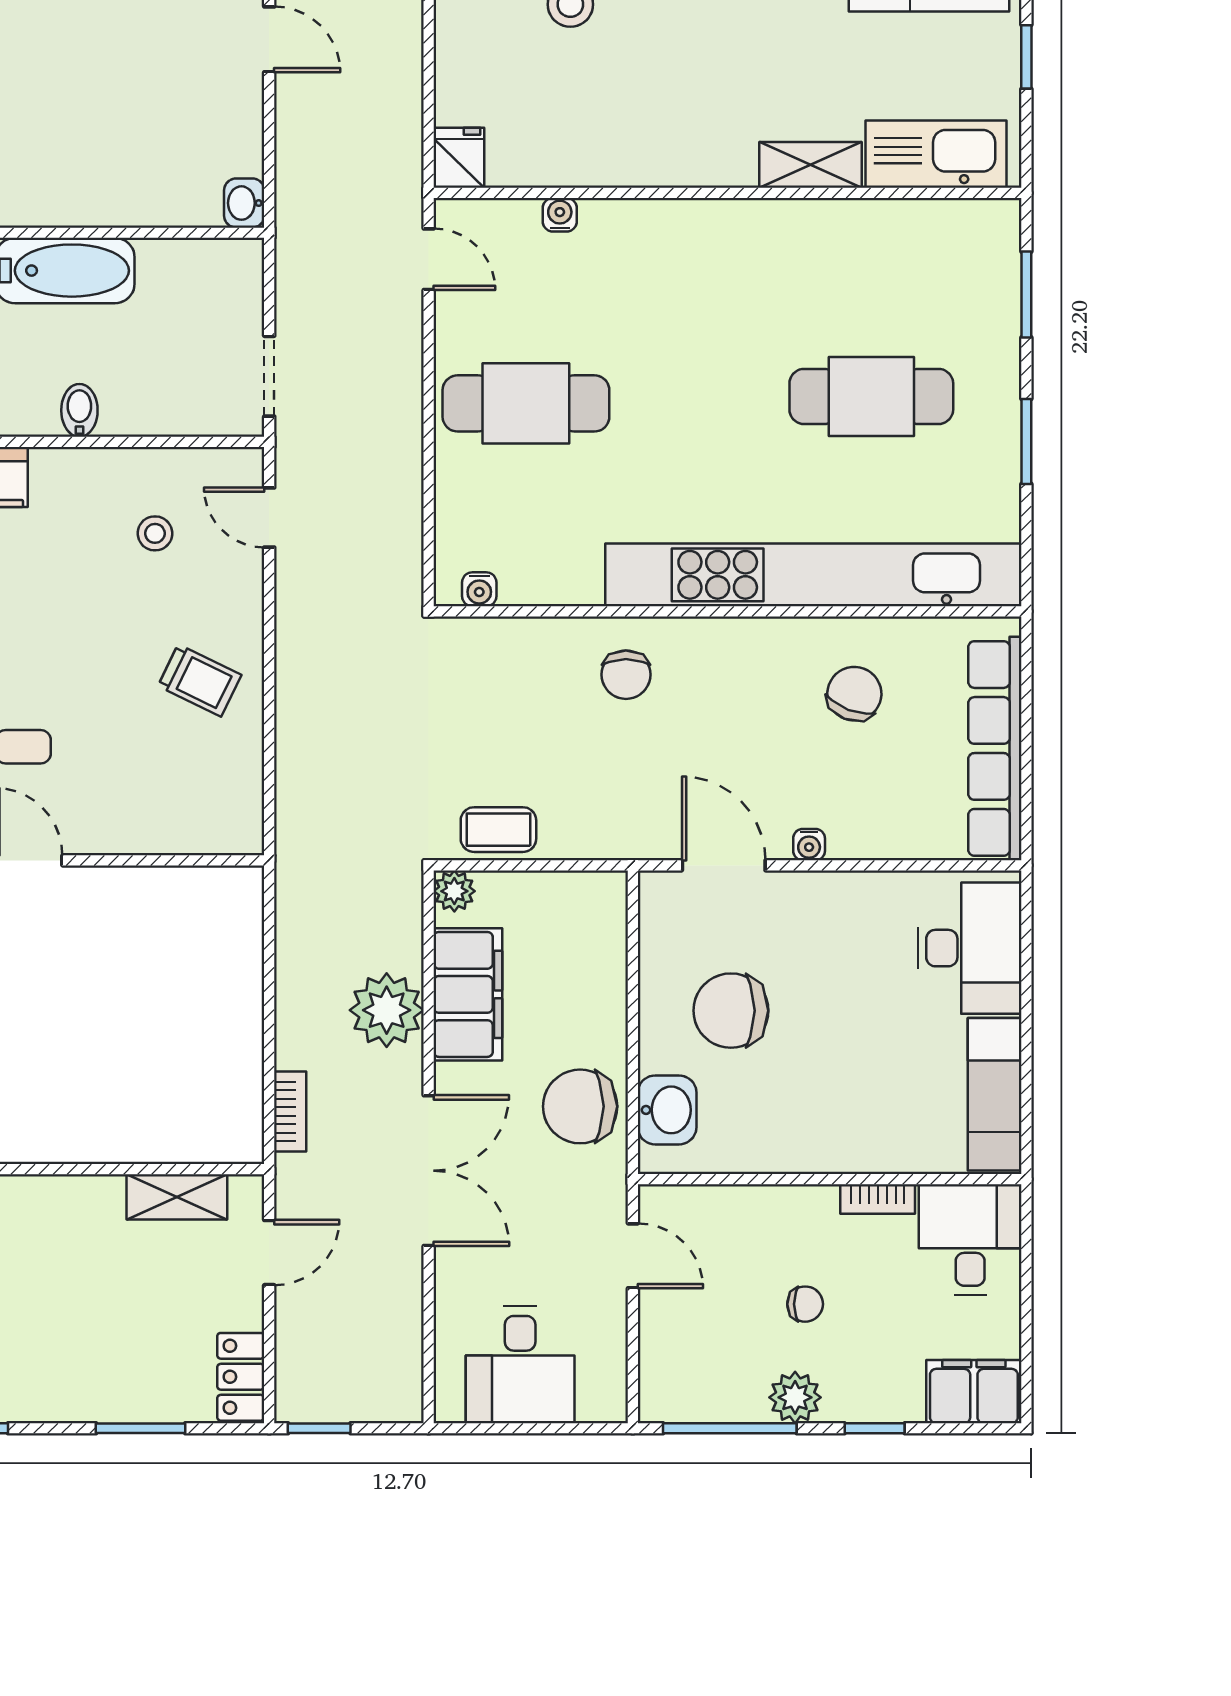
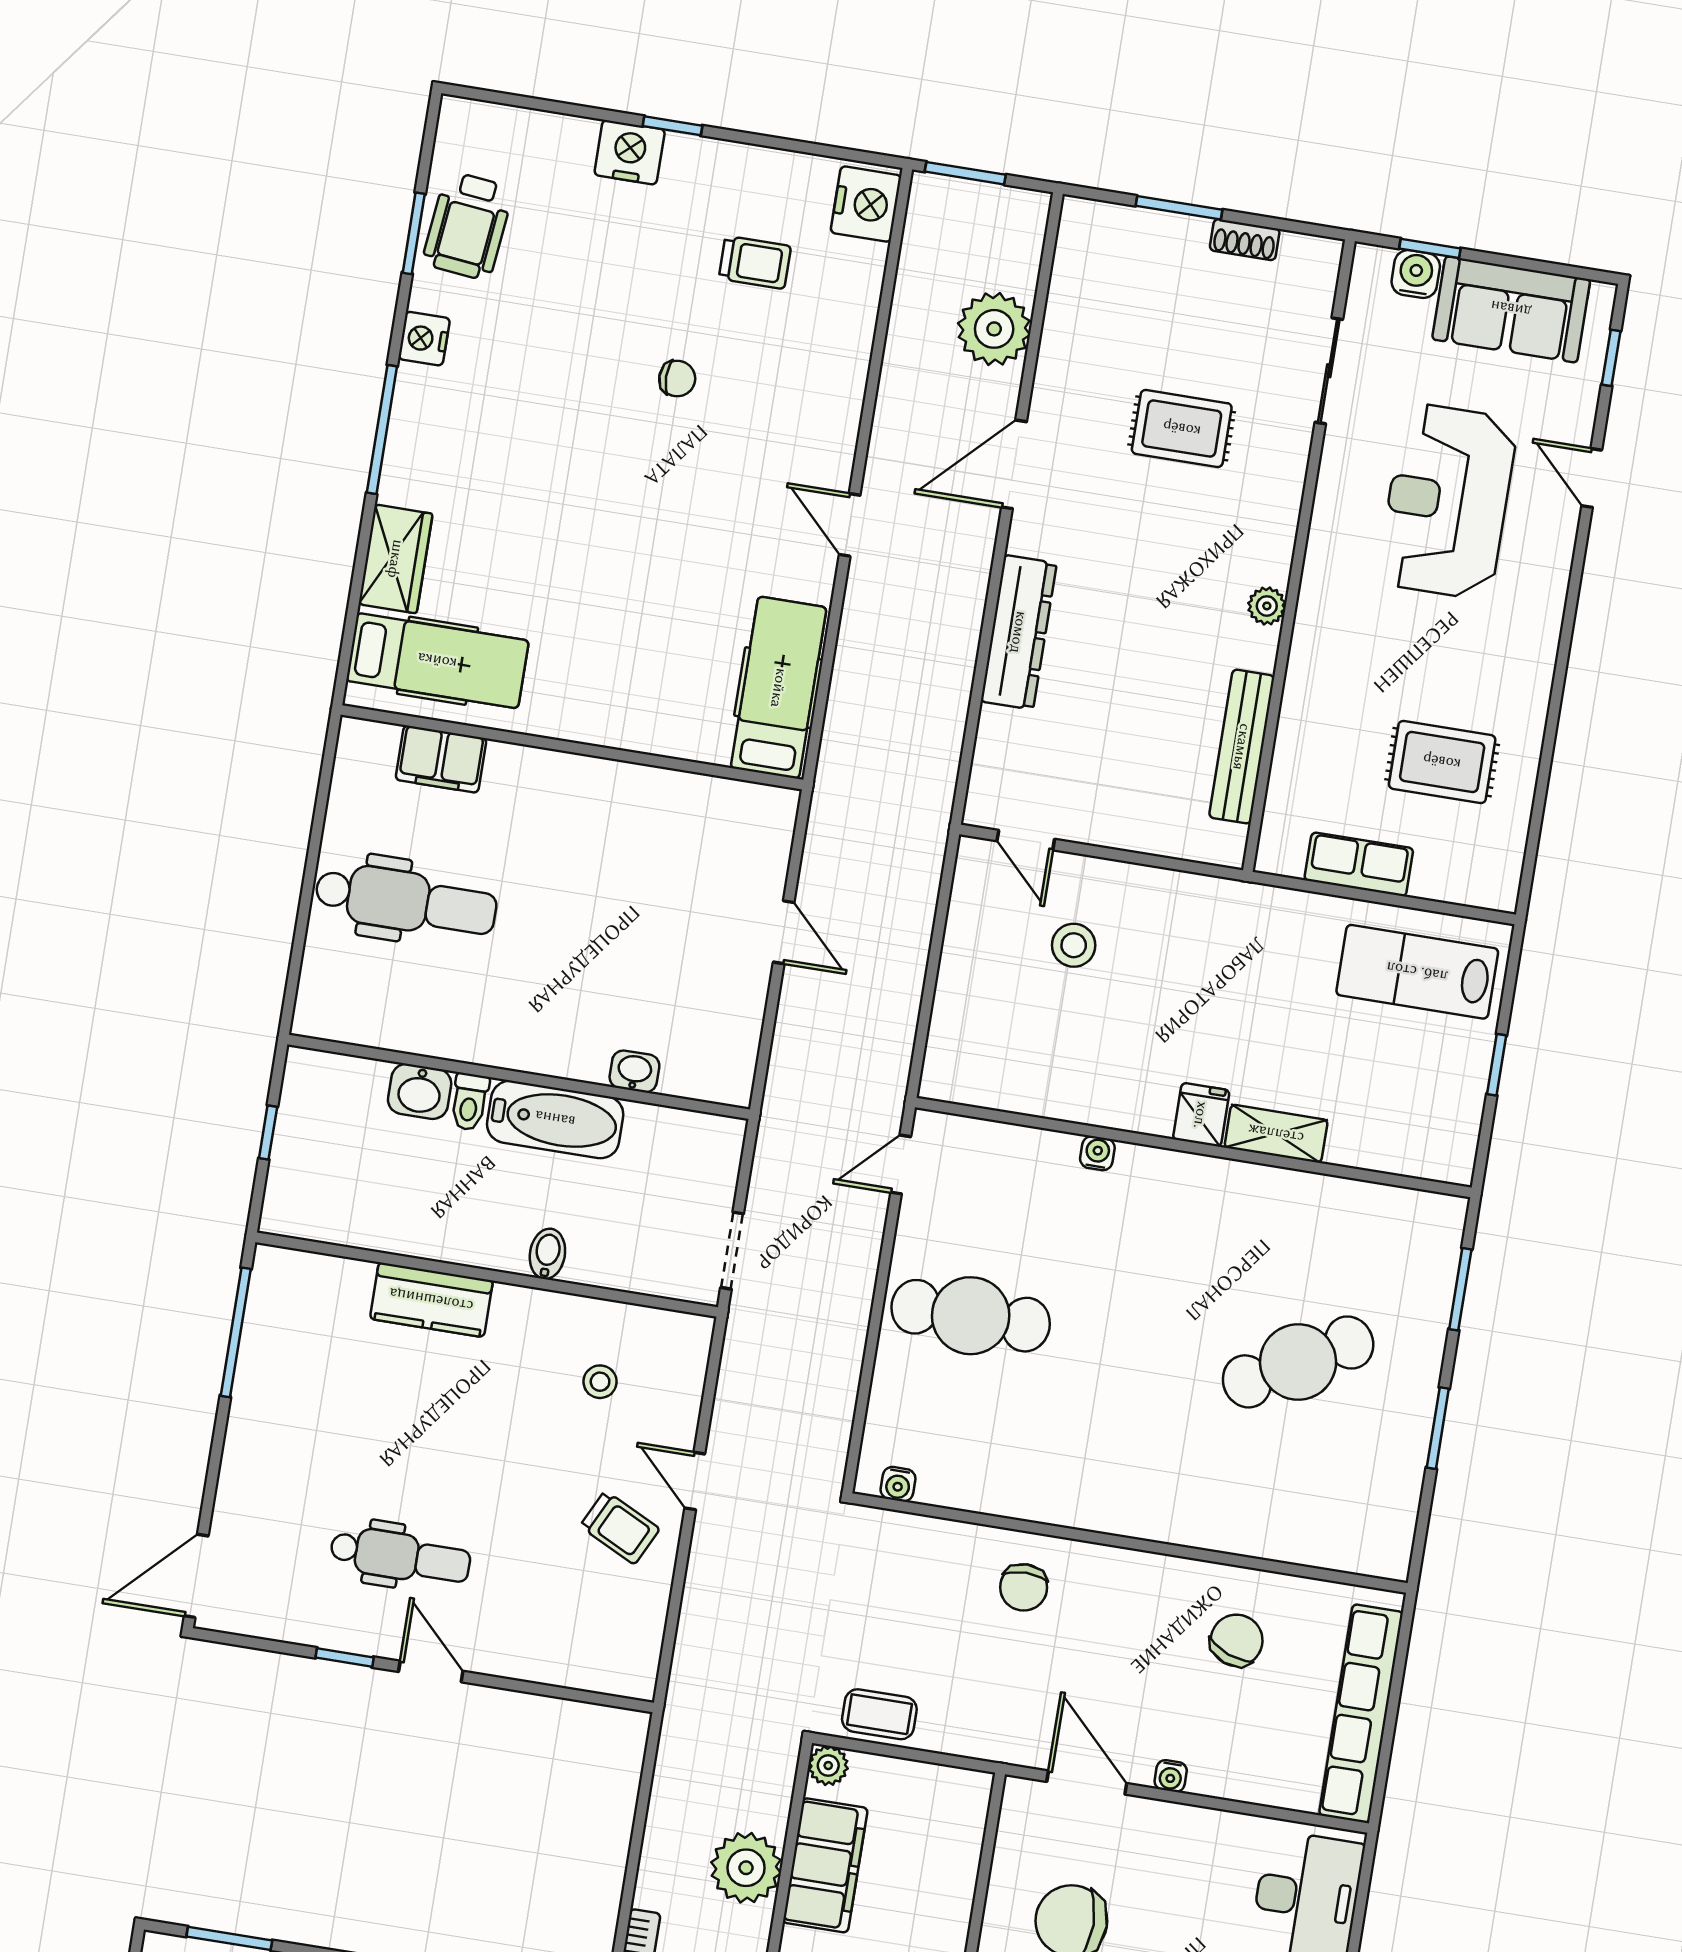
kitchen sink: (936, 154) -> (1396, 1143), removed
fridge: (459, 158) -> (1201, 1115), moved
washbasin: (244, 203) -> (634, 1071), moved, turned 90
water cooler: (560, 215) -> (1097, 1153), moved
door: (429, 259) -> (901, 1164), swing flipped
cafe table: (871, 396) -> (1298, 1362), turned -30
door: (269, 517) -> (695, 1481), moved
kitchen unit: (813, 575) -> (1216, 1522), removed

